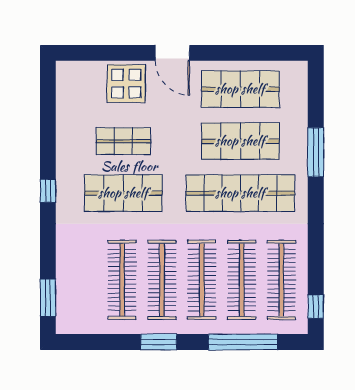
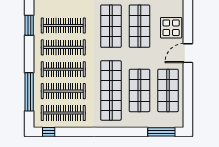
shop shelf: (123, 141) -> (139, 26), width x1.43, depth x1.36
window: (316, 152) -> (161, 132), moved
window: (159, 342) -> (29, 25), moved

